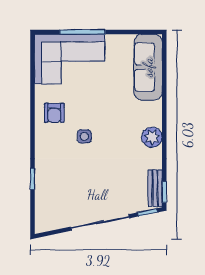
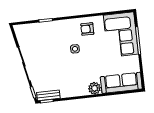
plant: (152, 137) -> (94, 88), moved

